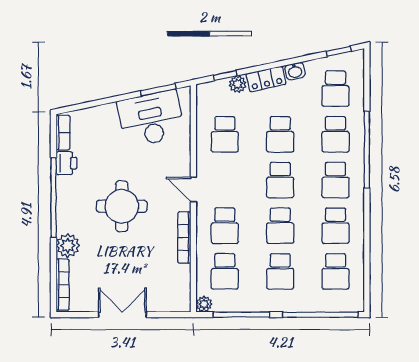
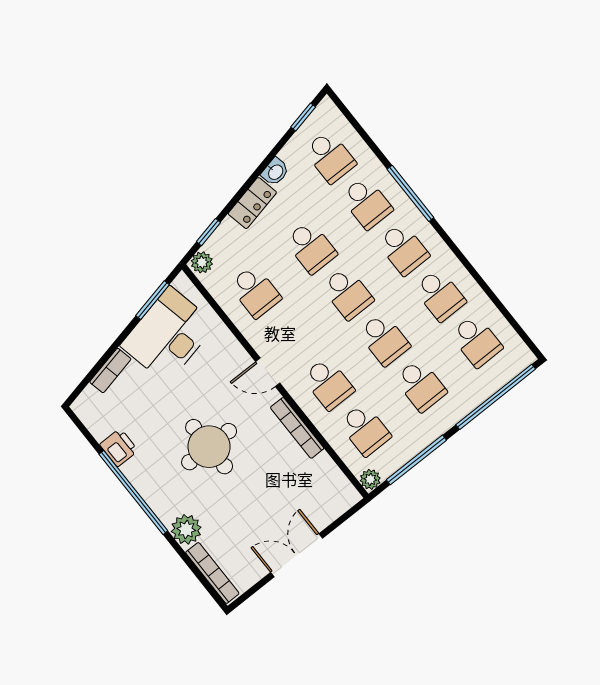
plant: (238, 84) -> (202, 262), moved
bookcase: (63, 133) -> (110, 371), moved, turned 78
window: (367, 150) -> (410, 193), width x0.68

